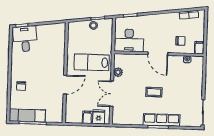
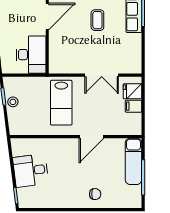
desk: (25, 39) -> (31, 170), moved
plant: (118, 72) -> (73, 68), removed
door: (65, 85) -> (92, 137), swing flipped
exam couch: (27, 115) -> (133, 161), moved

